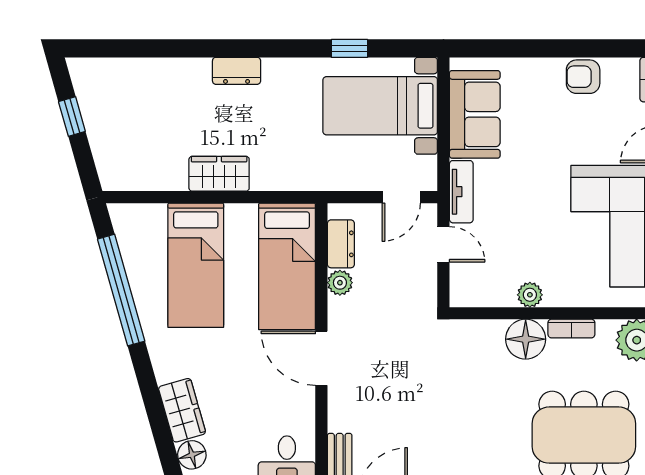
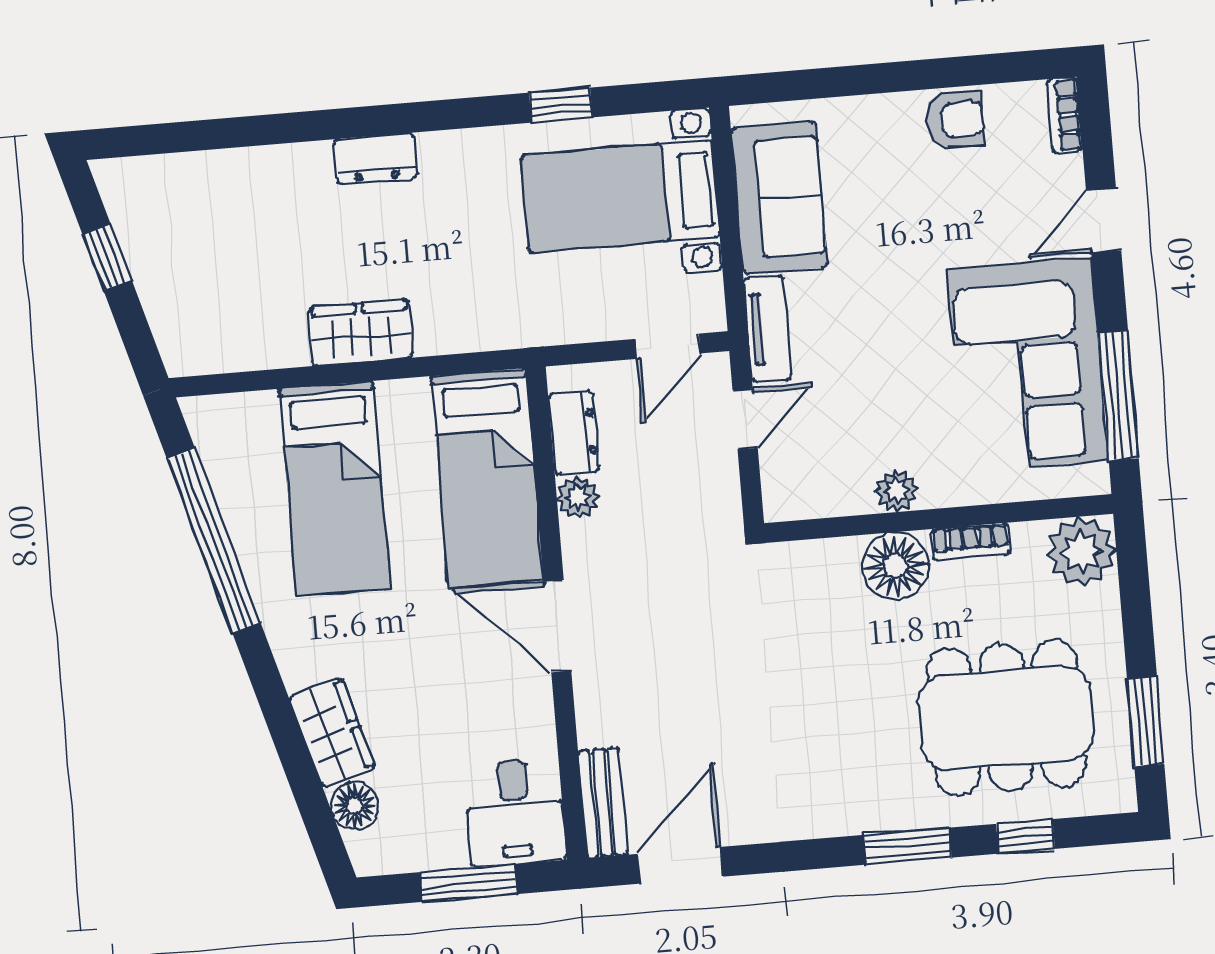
armchair: (583, 77) -> (955, 120), turned 180
door: (443, 244) -> (745, 419), hinge flipped

